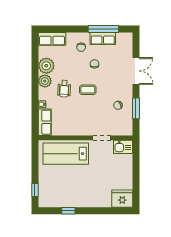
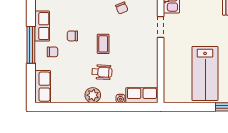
window: (103, 29) -> (31, 45), moved
plant: (46, 66) -> (74, 93), removed
lab bench: (66, 154) -> (205, 73), moved

